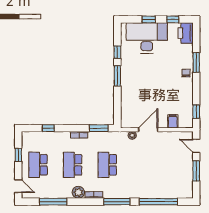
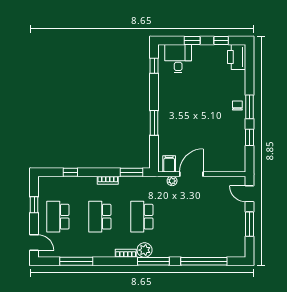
desk: (147, 38) -> (178, 59), width x0.53, depth x0.77
window: (117, 52) -> (154, 66), moved
window: (196, 62) -> (250, 107), moved
window: (117, 76) -> (154, 123), moved
window: (196, 112) -> (250, 137), moved
filing cabinet: (173, 121) -> (169, 164), moved
plant: (78, 192) -> (145, 250), moved

